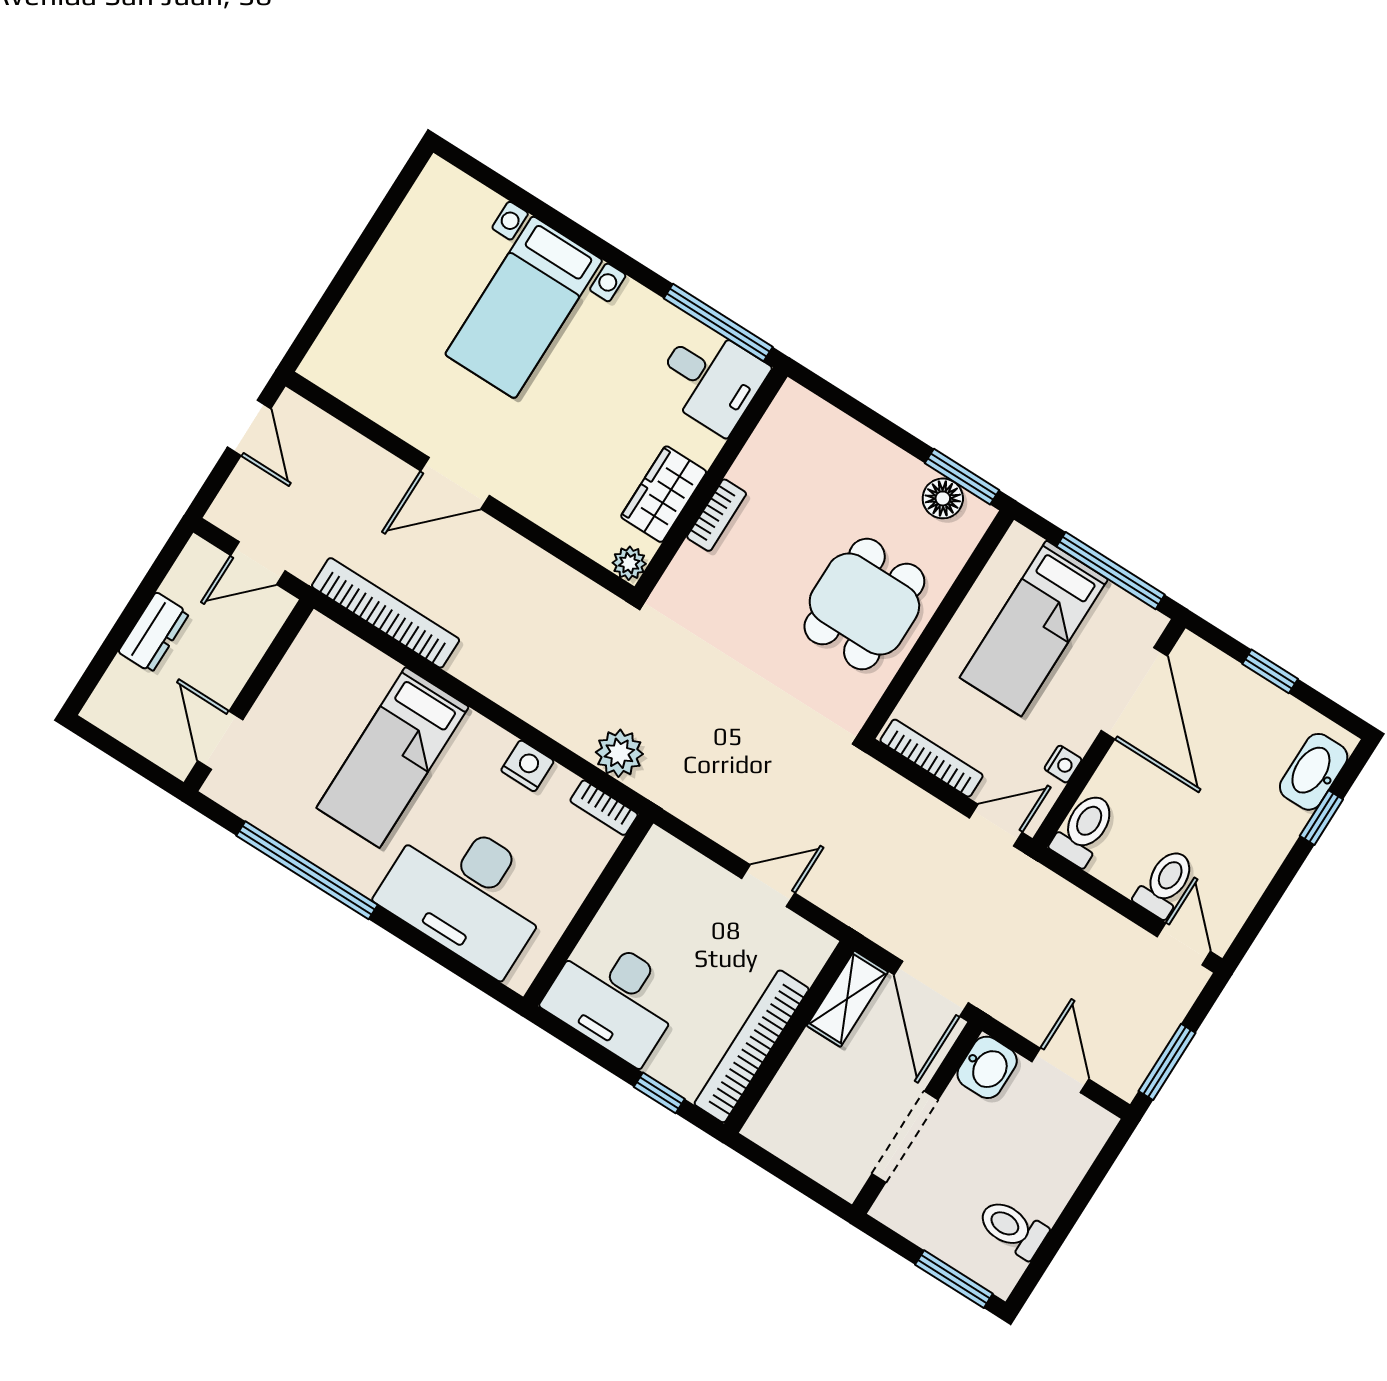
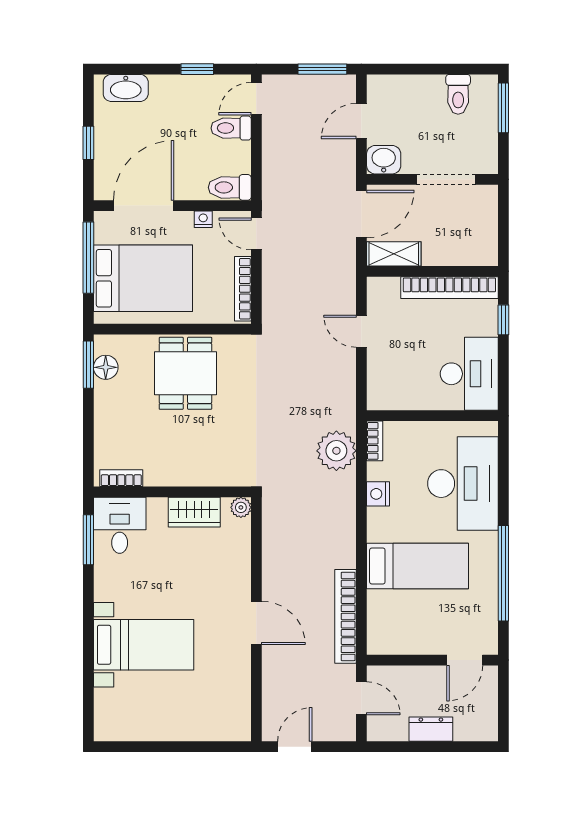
window: (718, 323) -> (88, 540), width x0.69
bookcase: (717, 515) -> (121, 478), moved
dining table: (864, 604) -> (185, 373), turned 90
bed: (1034, 628) -> (143, 278), width x1.50
plant: (619, 753) -> (336, 451), width x1.36, depth x1.36
window: (1321, 818) -> (197, 69), moved

